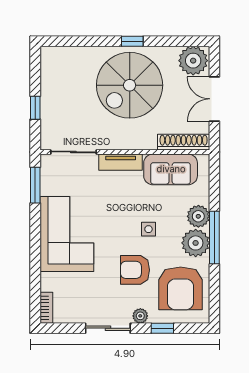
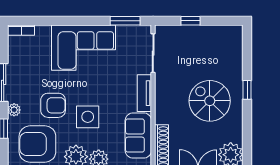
window: (132, 41) -> (247, 90), moved
spiral stairs: (130, 85) -> (210, 101), width x0.73, depth x0.73
side table: (148, 229) -> (88, 117), width x1.87, depth x1.87
armchair: (135, 270) -> (53, 105), turned 90

